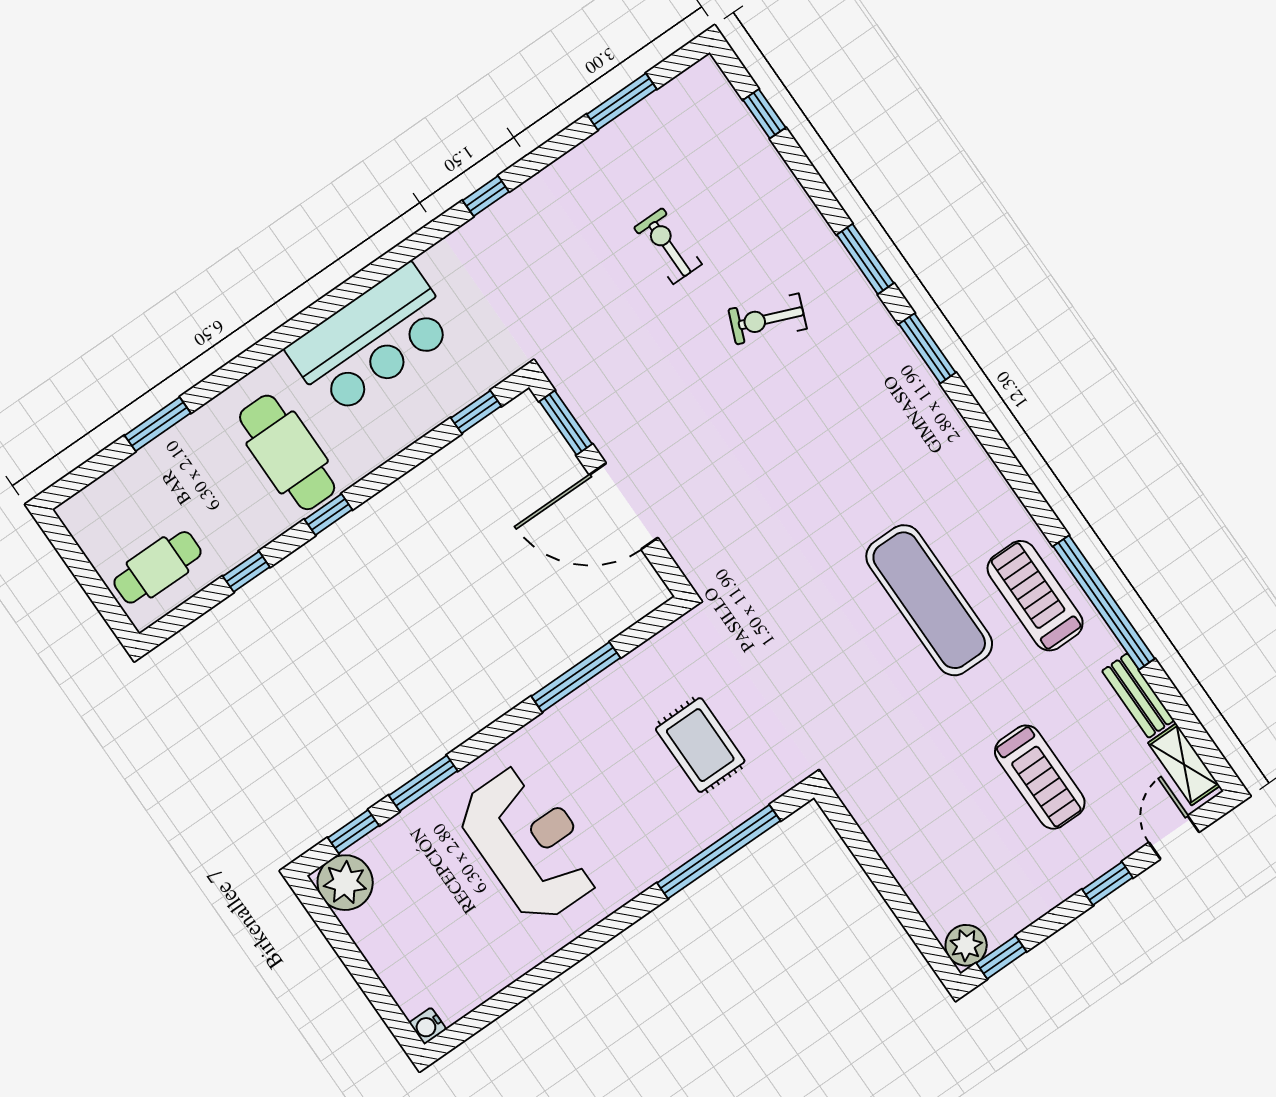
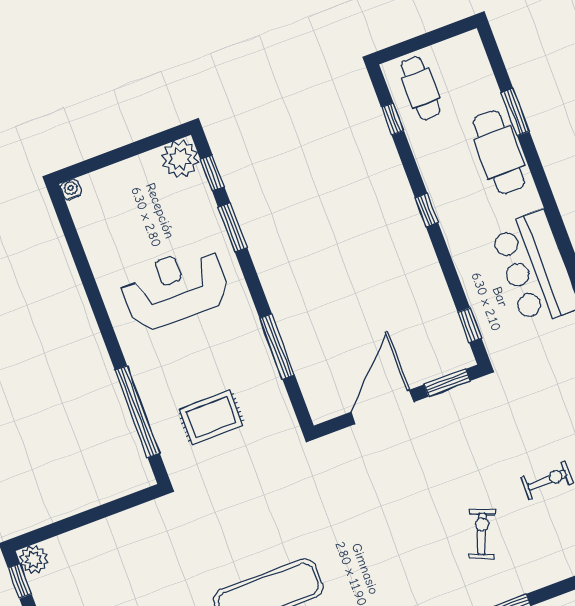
cafe table: (287, 452) -> (499, 152), moved, turned 90
window: (246, 572) -> (392, 119), moved
reception desk: (530, 843) -> (175, 288), turned 180

